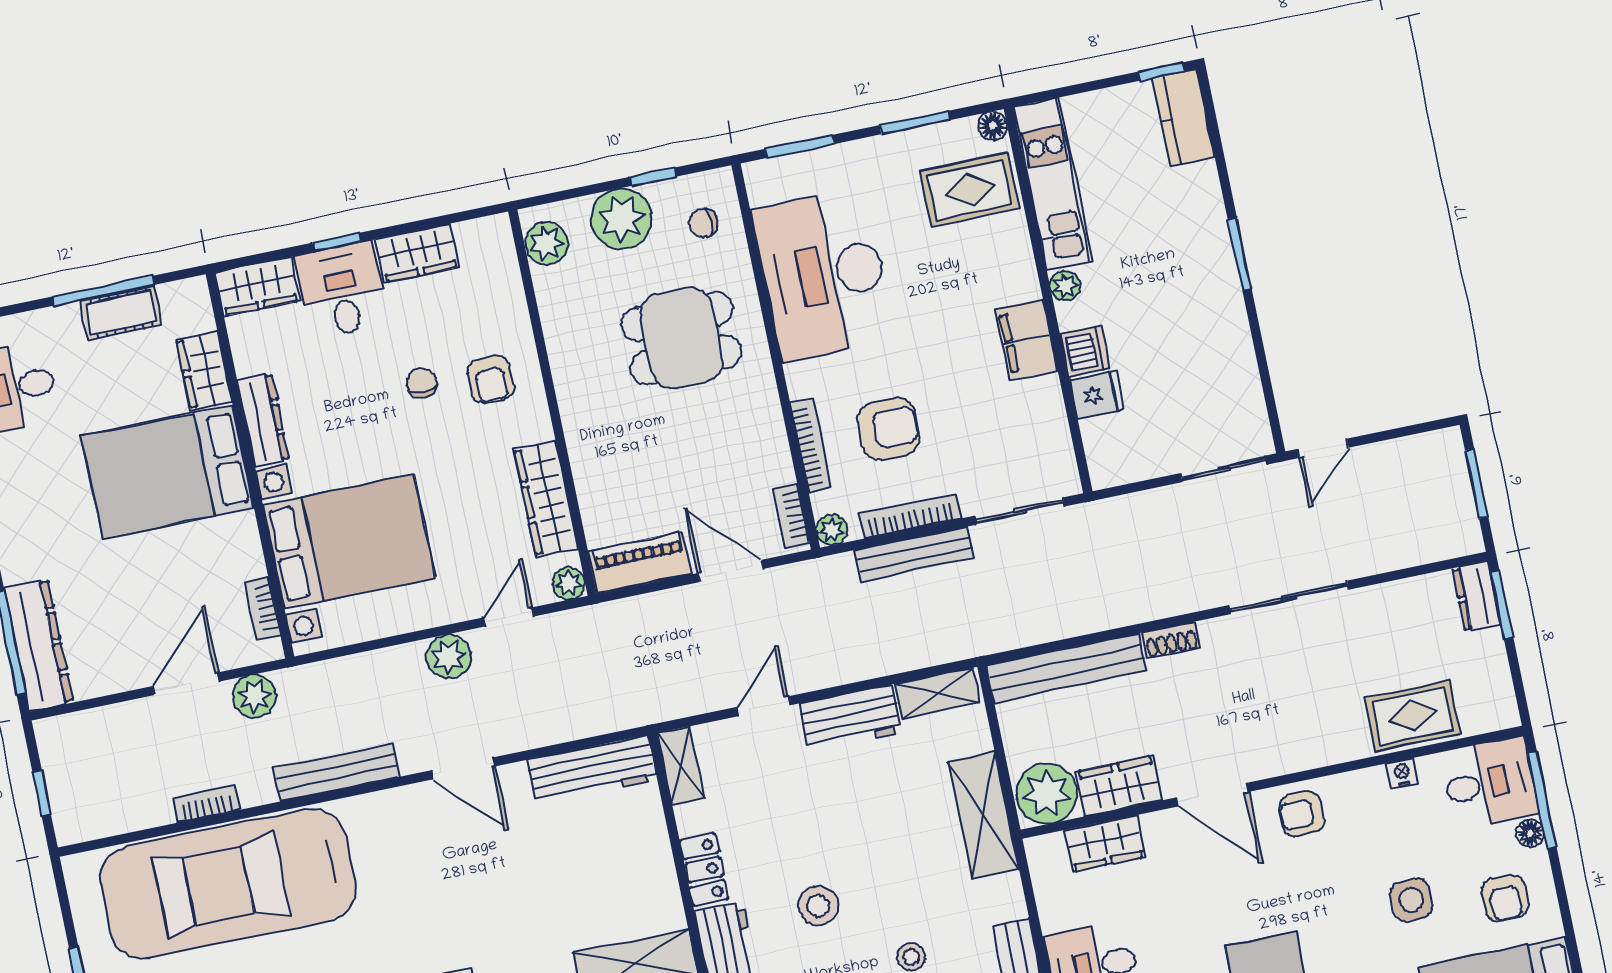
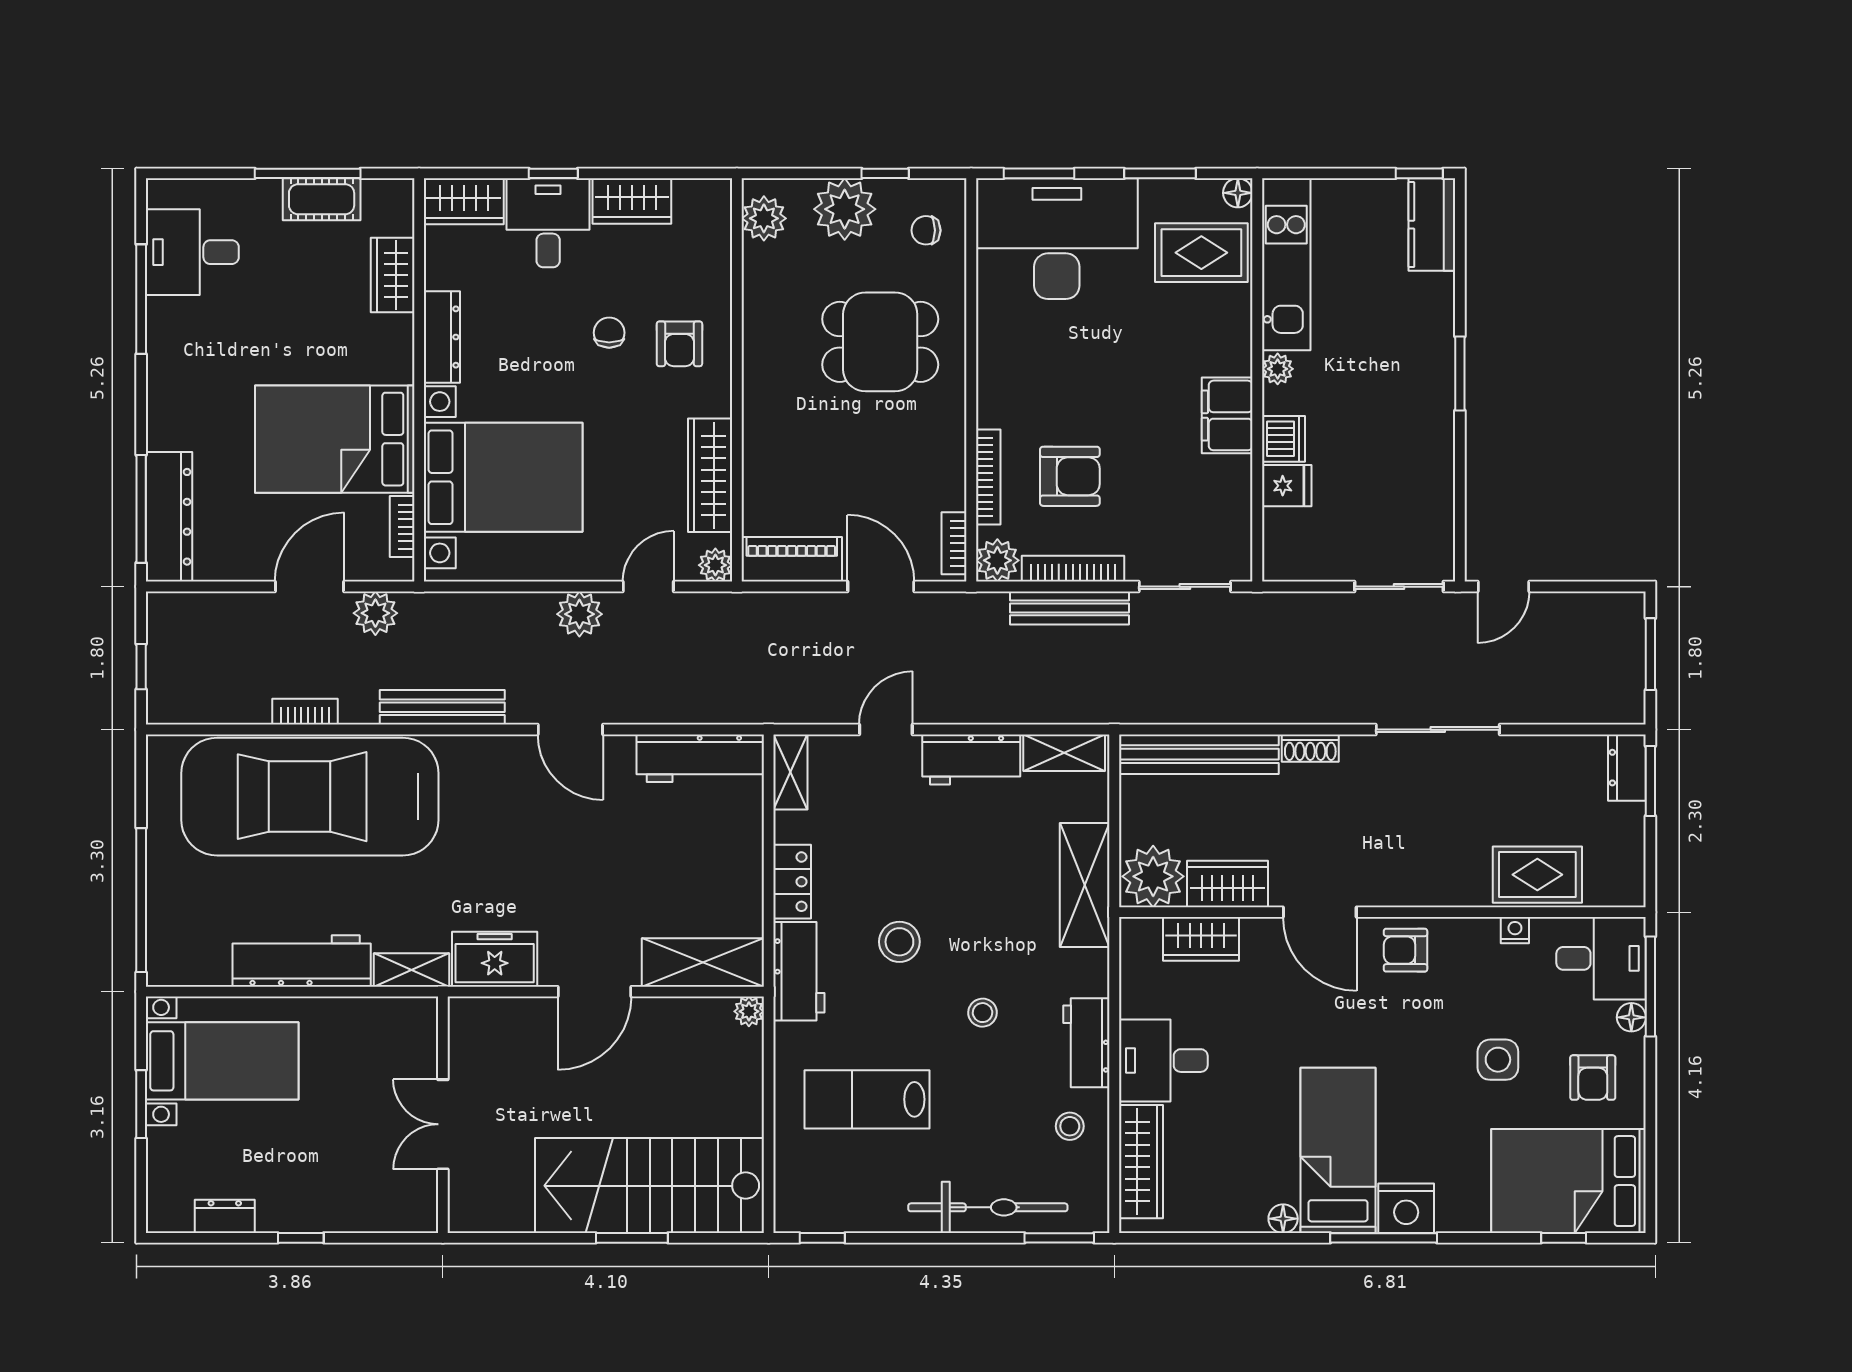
desk: (824, 275) -> (1057, 239), moved, turned 90
bed: (167, 472) -> (335, 439), moved
plant: (832, 530) -> (997, 560), width x1.38, depth x1.38

